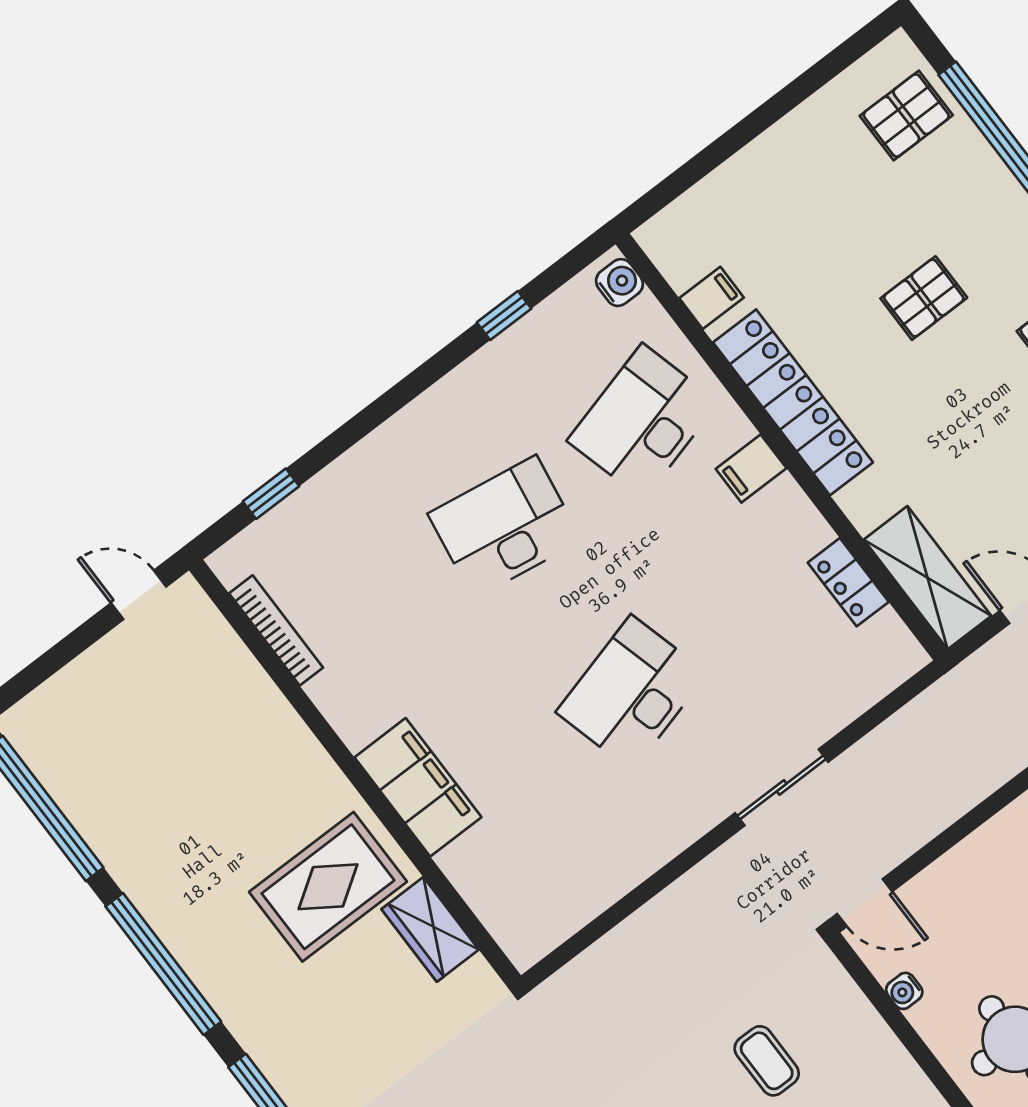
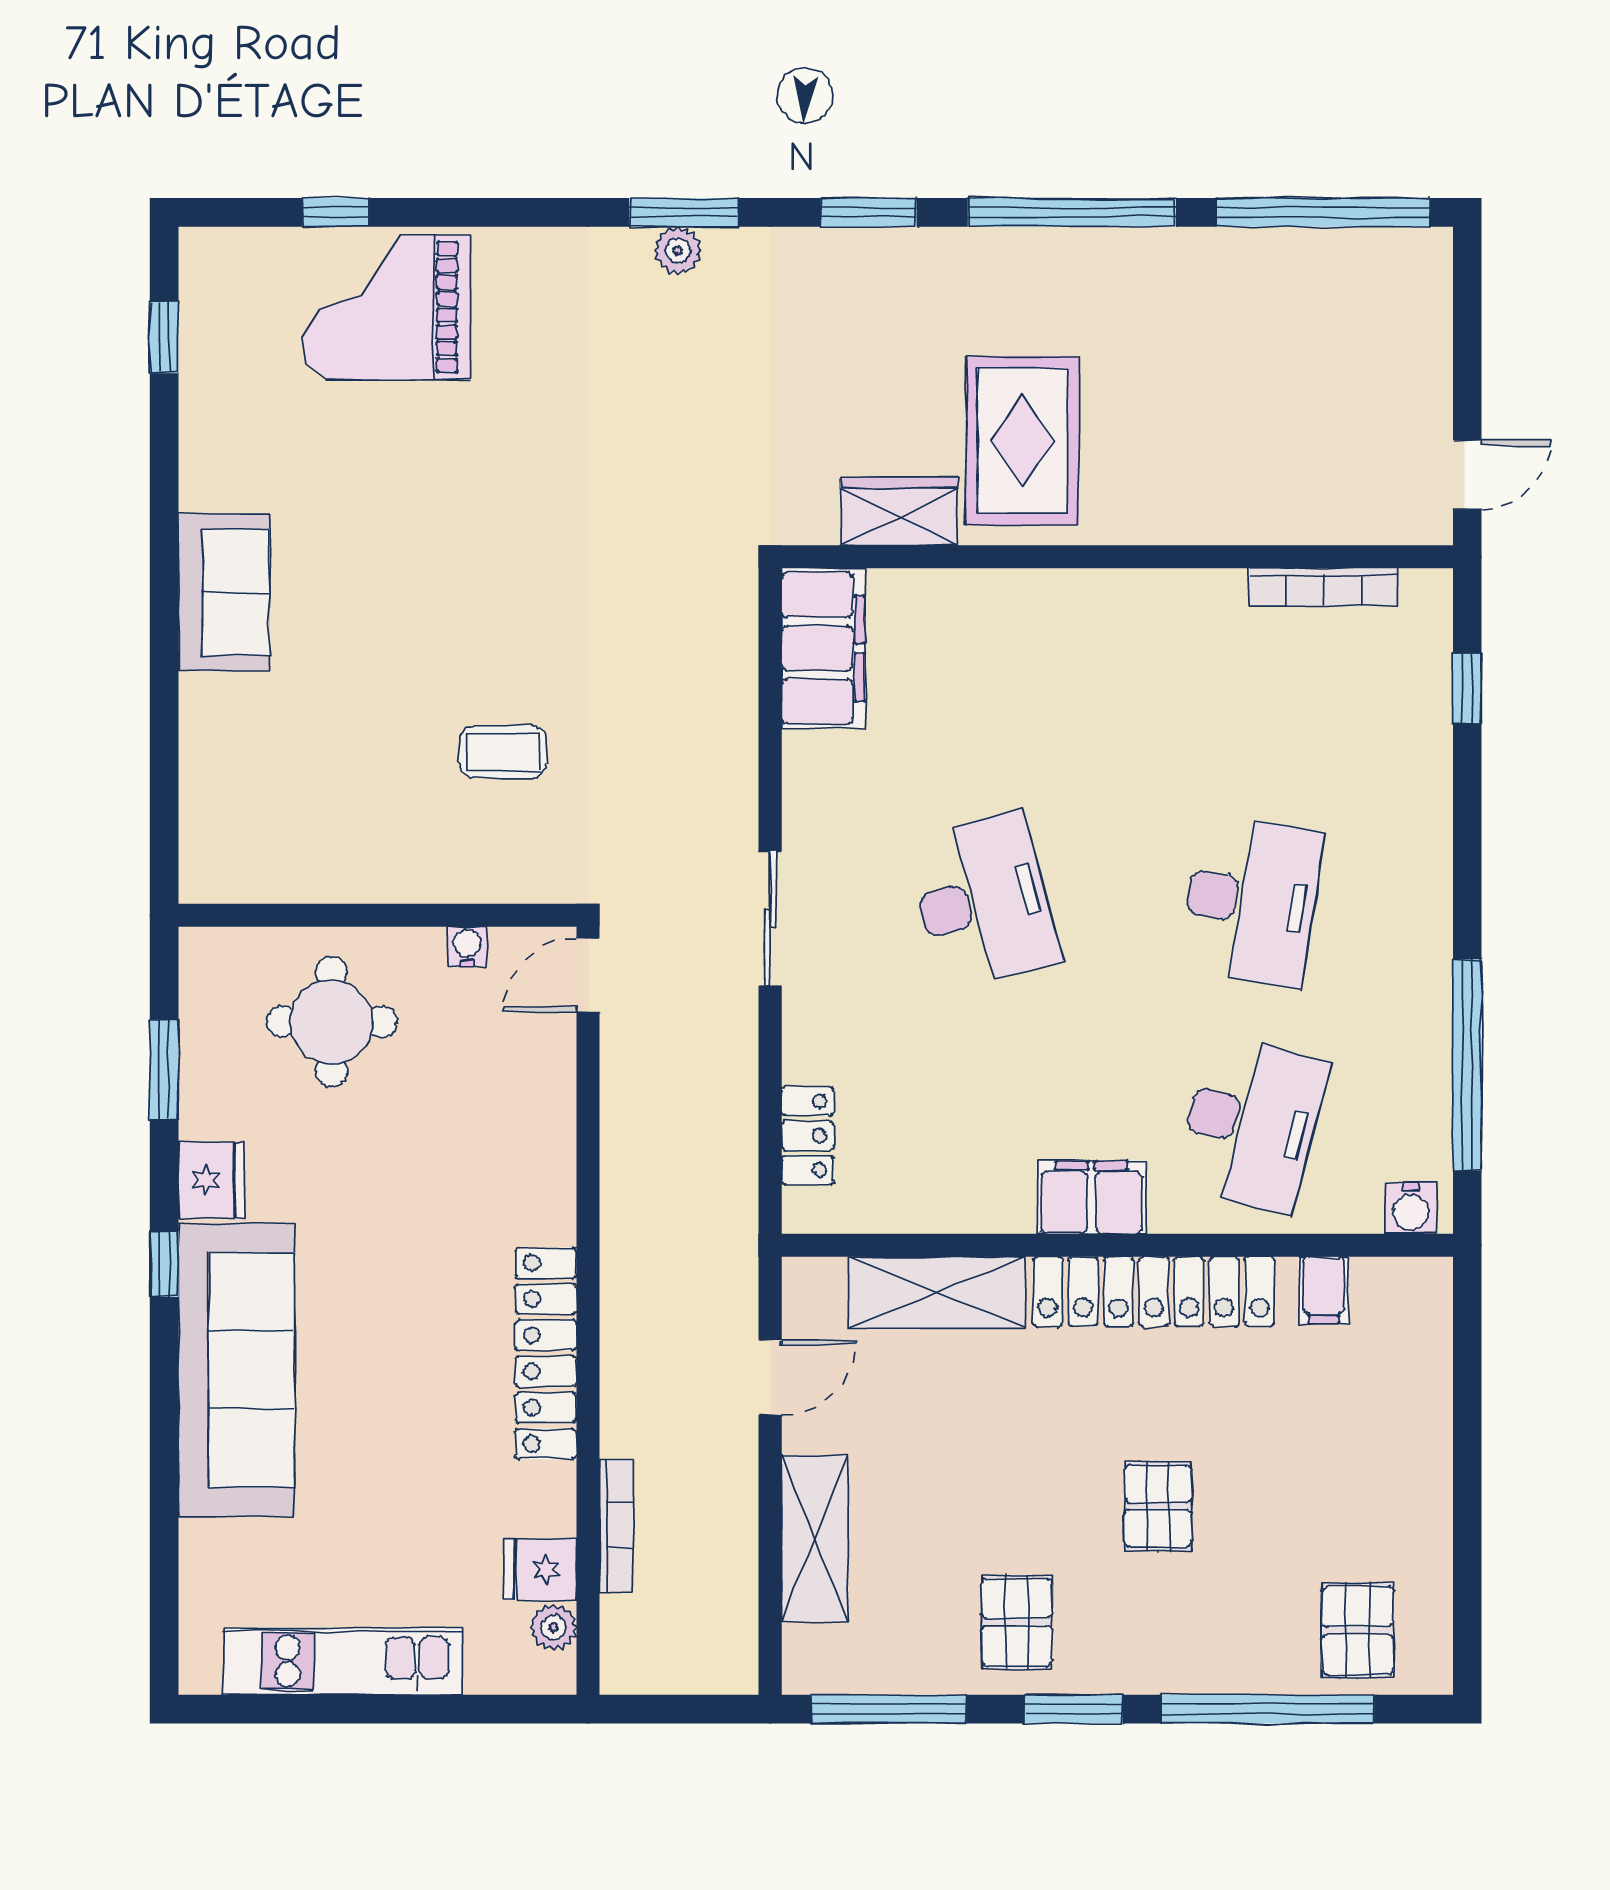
window: (504, 315) -> (1467, 1065), width x3.17
desk: (643, 421) -> (1251, 1124), turned 30
filing cabinet: (751, 468) -> (1092, 1197), width x2.00
shelving: (928, 578) -> (937, 1292), moved
locker: (848, 582) -> (808, 1136), moved, turned 90
filing cabinet: (418, 787) -> (823, 648), moved, turned -90
sliding door: (782, 787) -> (770, 918), moved

